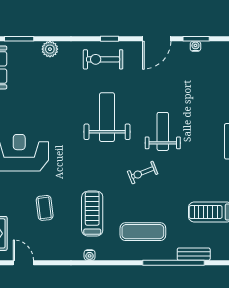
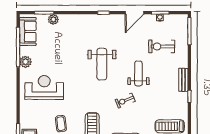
plant: (50, 49) -> (53, 19), moved
exercise bike: (103, 59) -> (162, 46), moved
weight bench: (107, 117) -> (102, 64), turned 180

